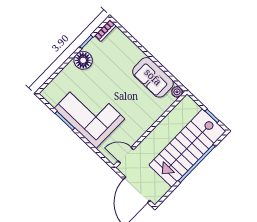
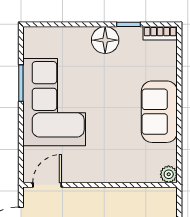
sofa: (153, 77) -> (159, 112), moved
door: (126, 155) -> (47, 185), hinge flipped

